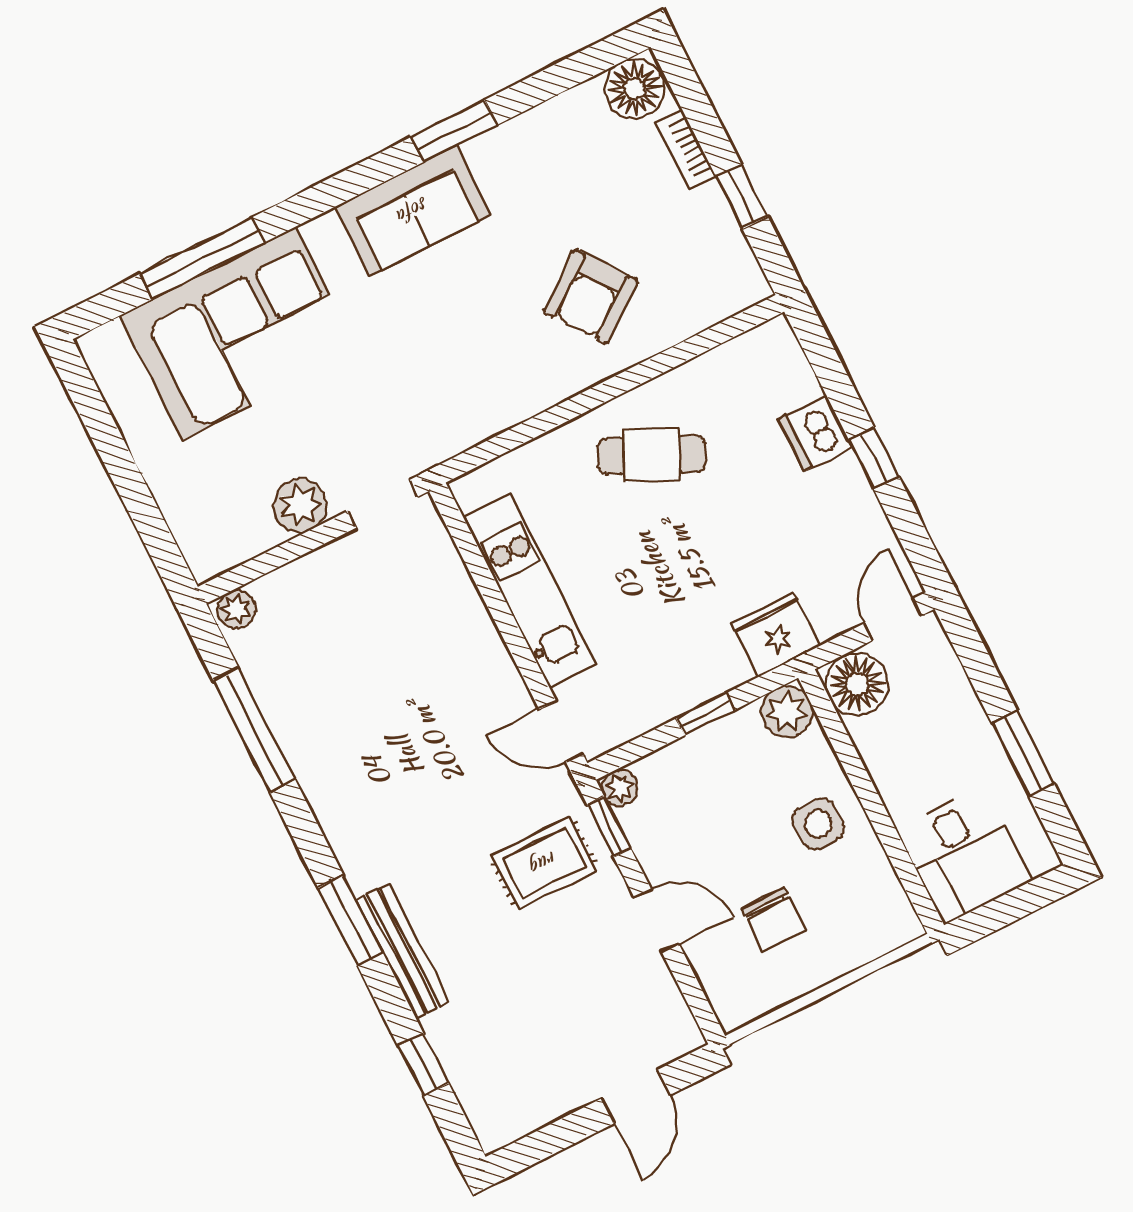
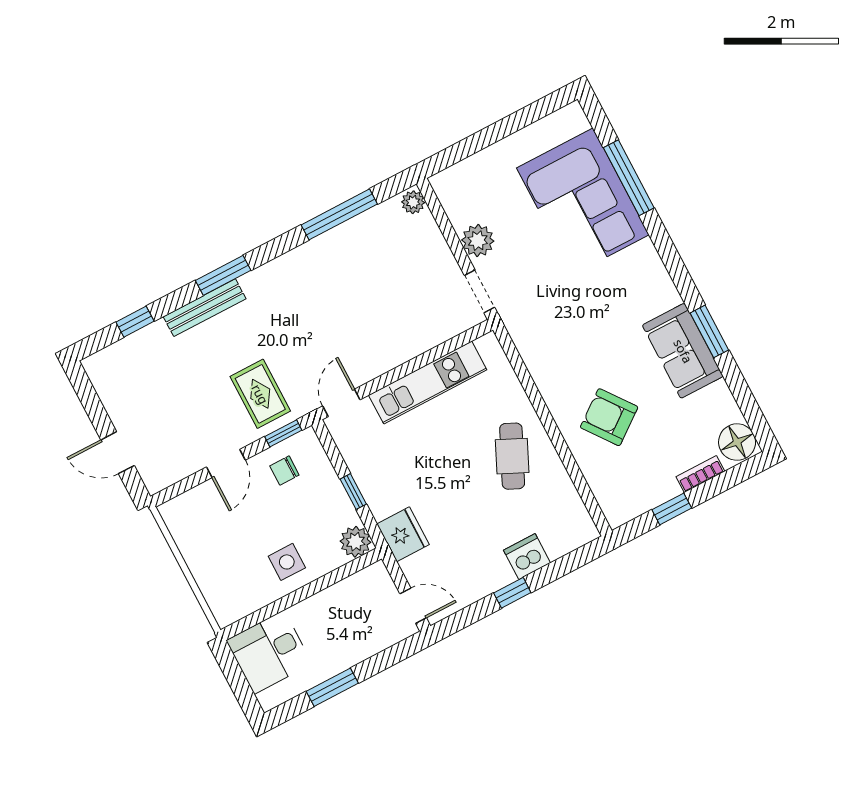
sofa: (413, 211) -> (683, 351), moved
floor lamp: (857, 684) -> (373, 585), removed
plant: (620, 788) -> (307, 440), removed
chair: (774, 919) -> (284, 470), moved, width x0.73, depth x0.73

